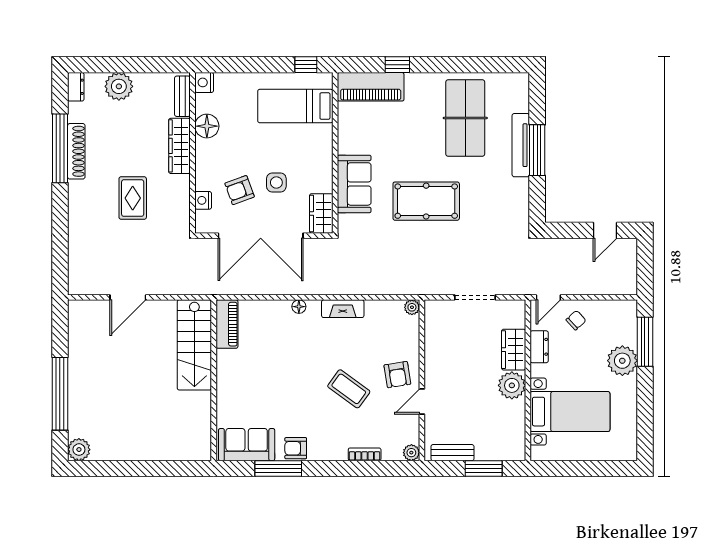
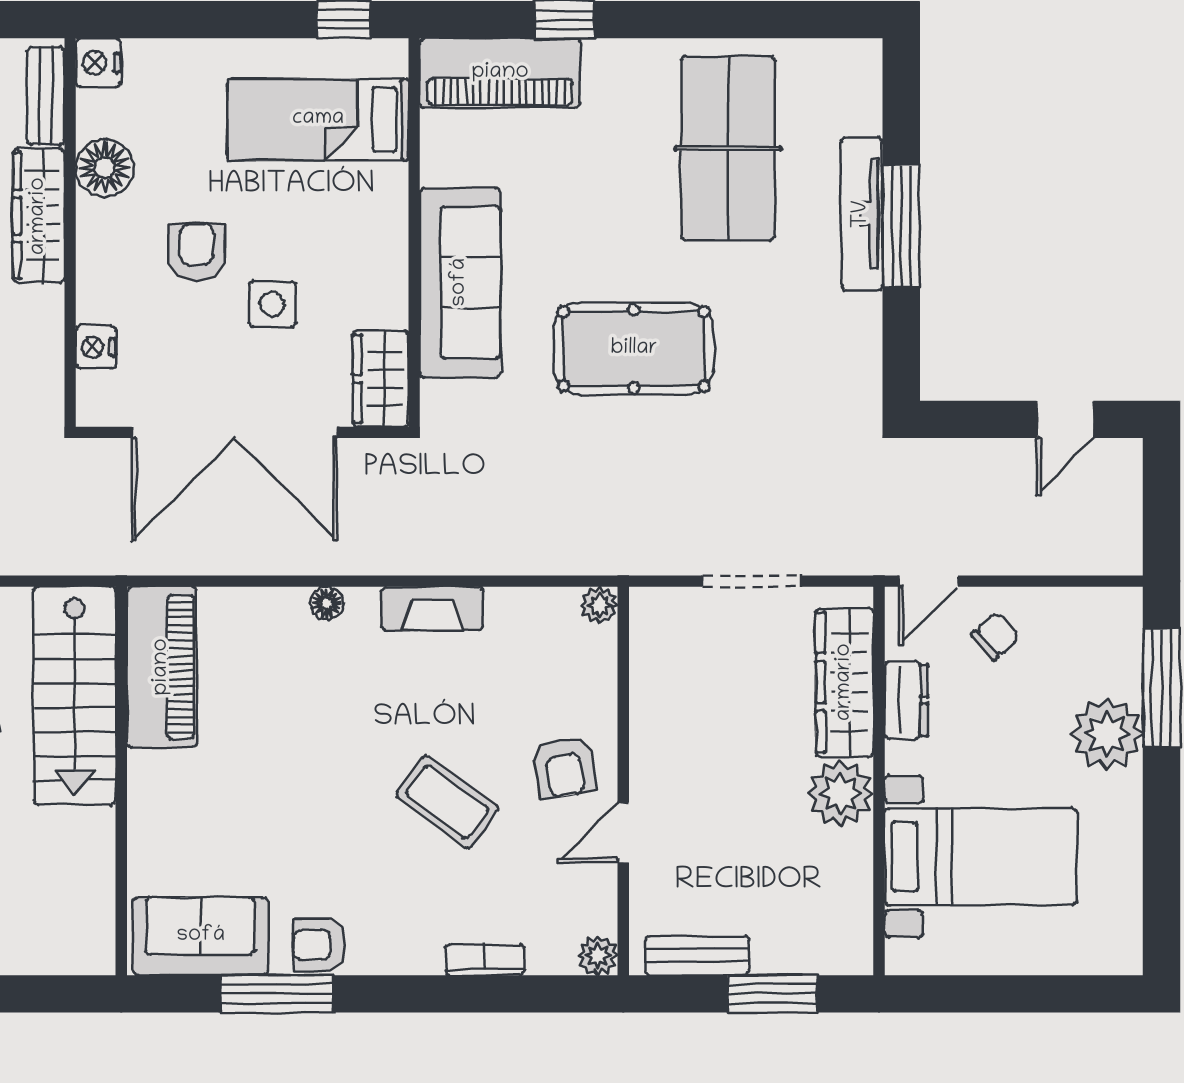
sofa: (354, 184) -> (460, 282), width x1.36
armchair: (240, 190) -> (197, 252), moved, turned 110
piano: (227, 324) -> (162, 667), width x1.37, depth x1.33
wardrobe: (514, 350) -> (845, 682), width x1.50

